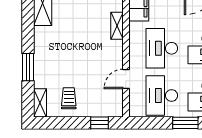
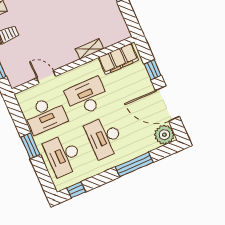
desk: (162, 95) -> (45, 115), turned 180

